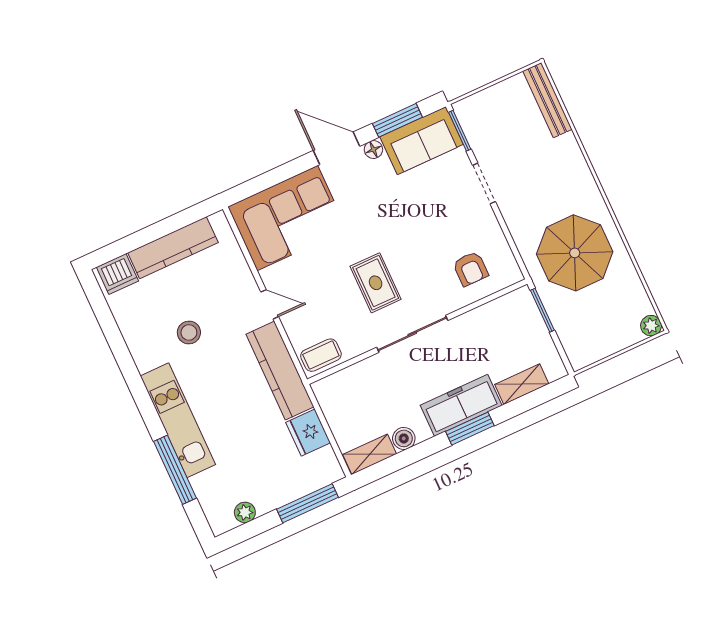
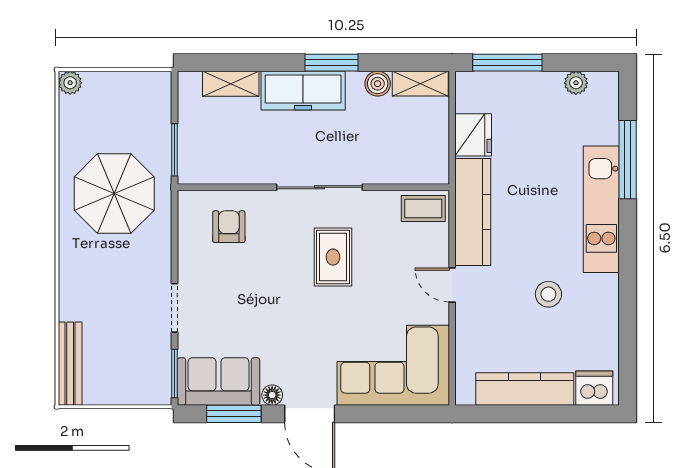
window: (470, 429) -> (332, 63), moved

